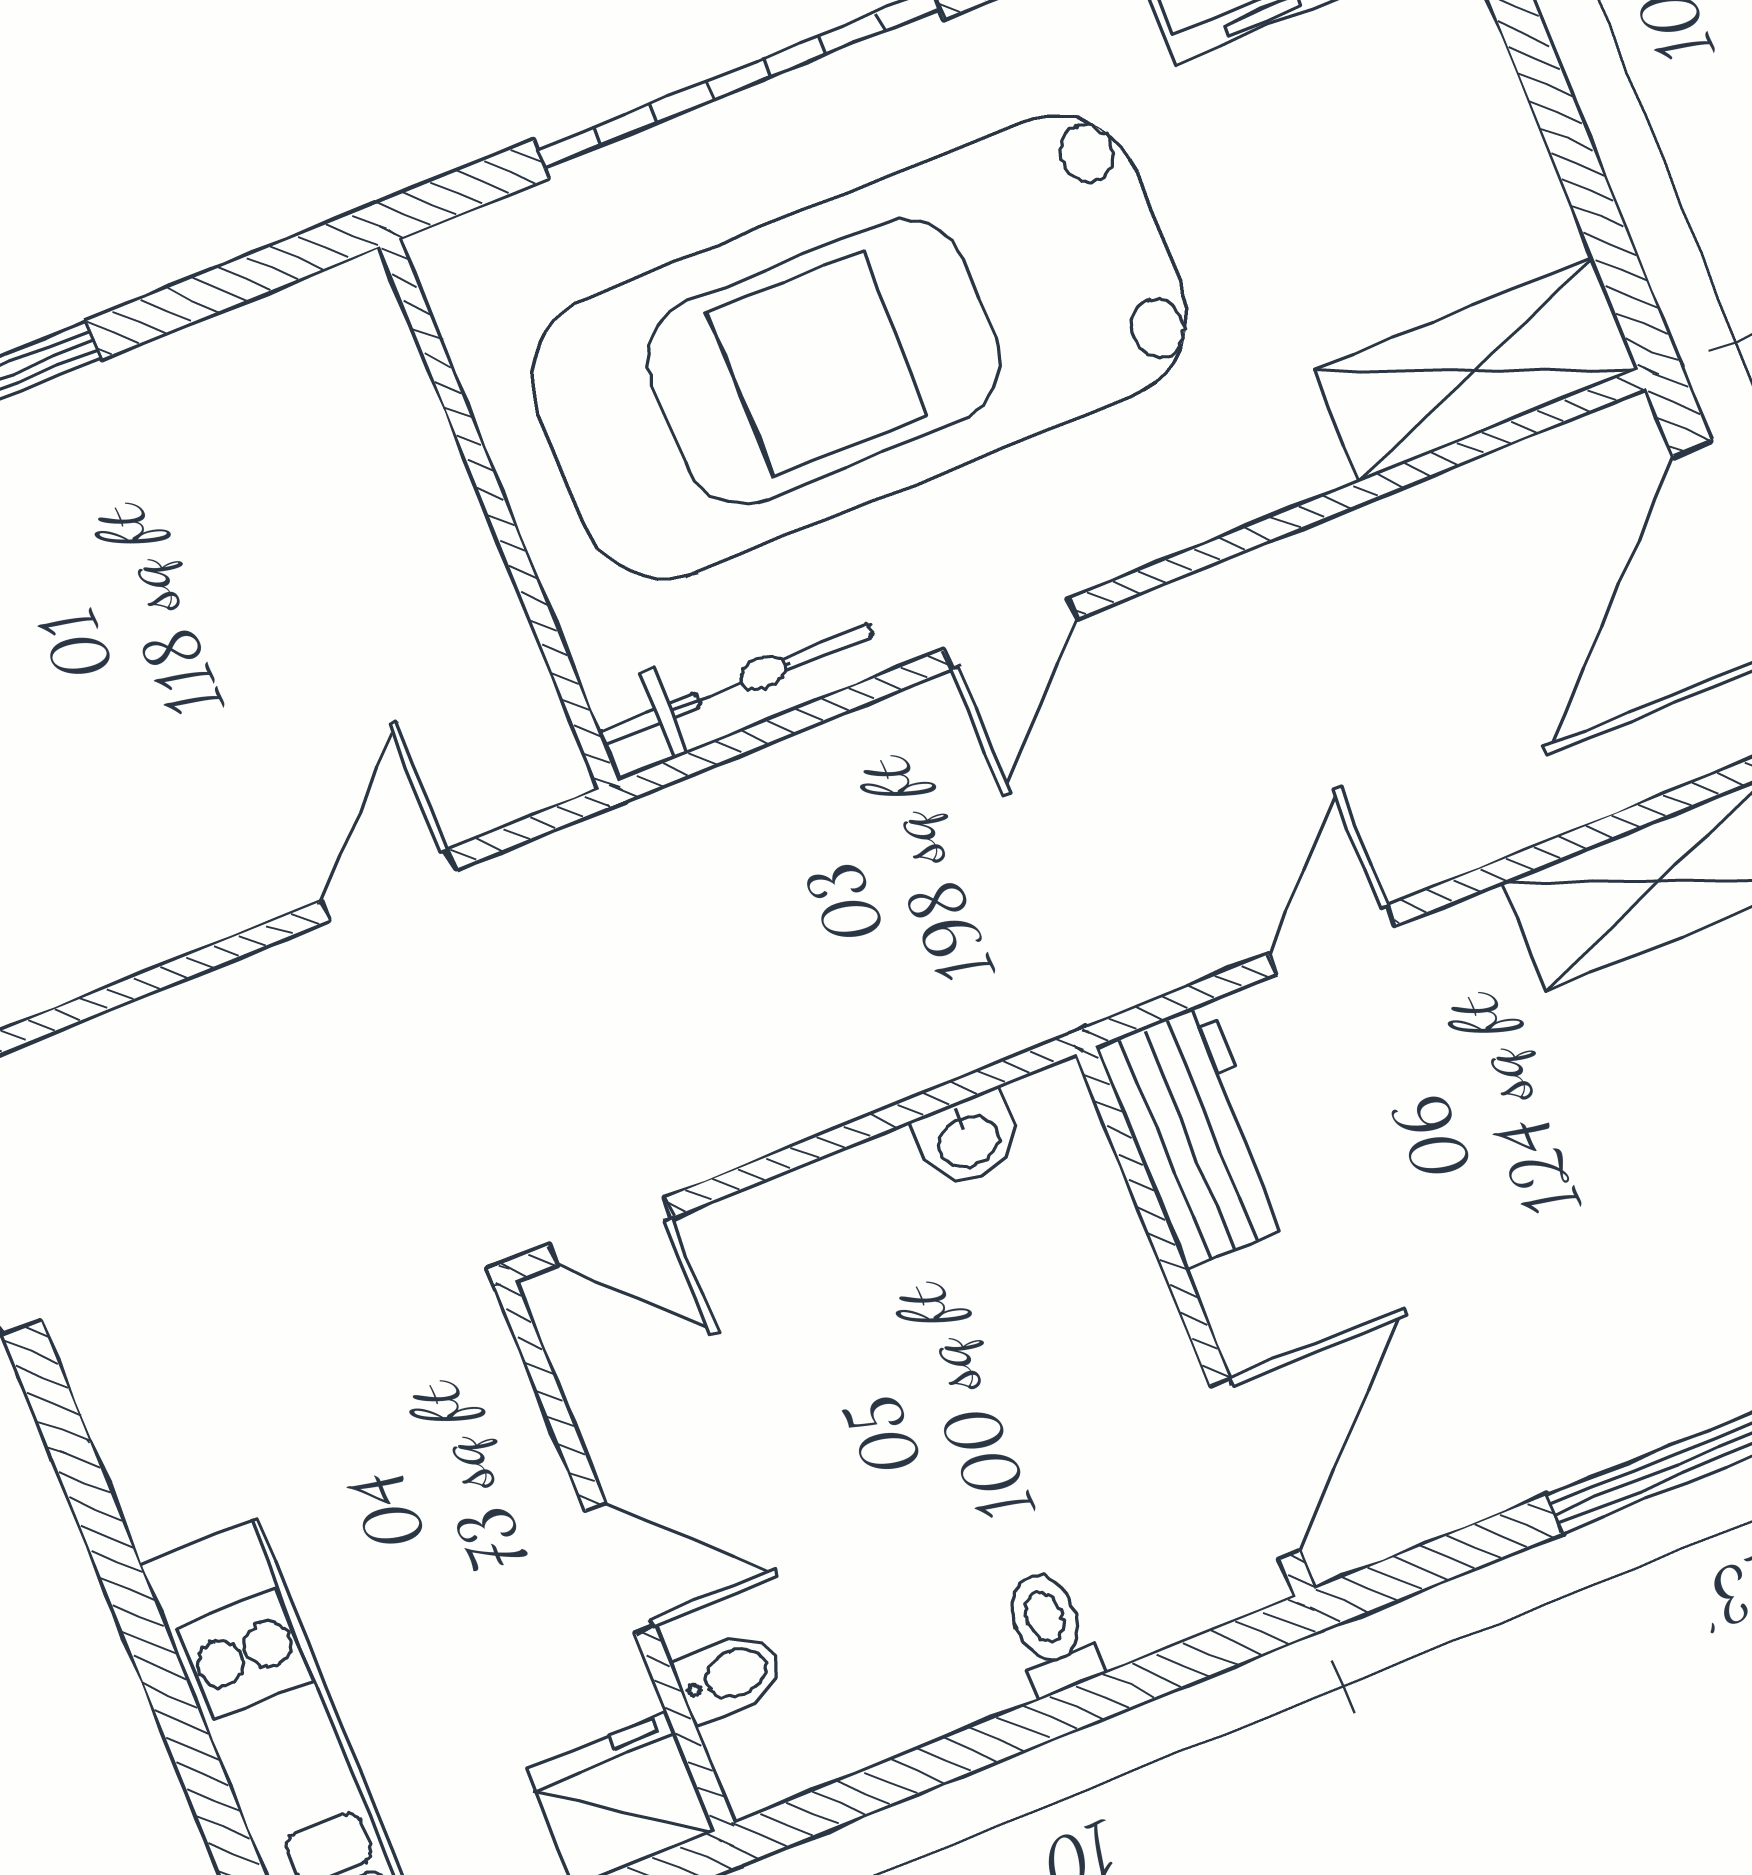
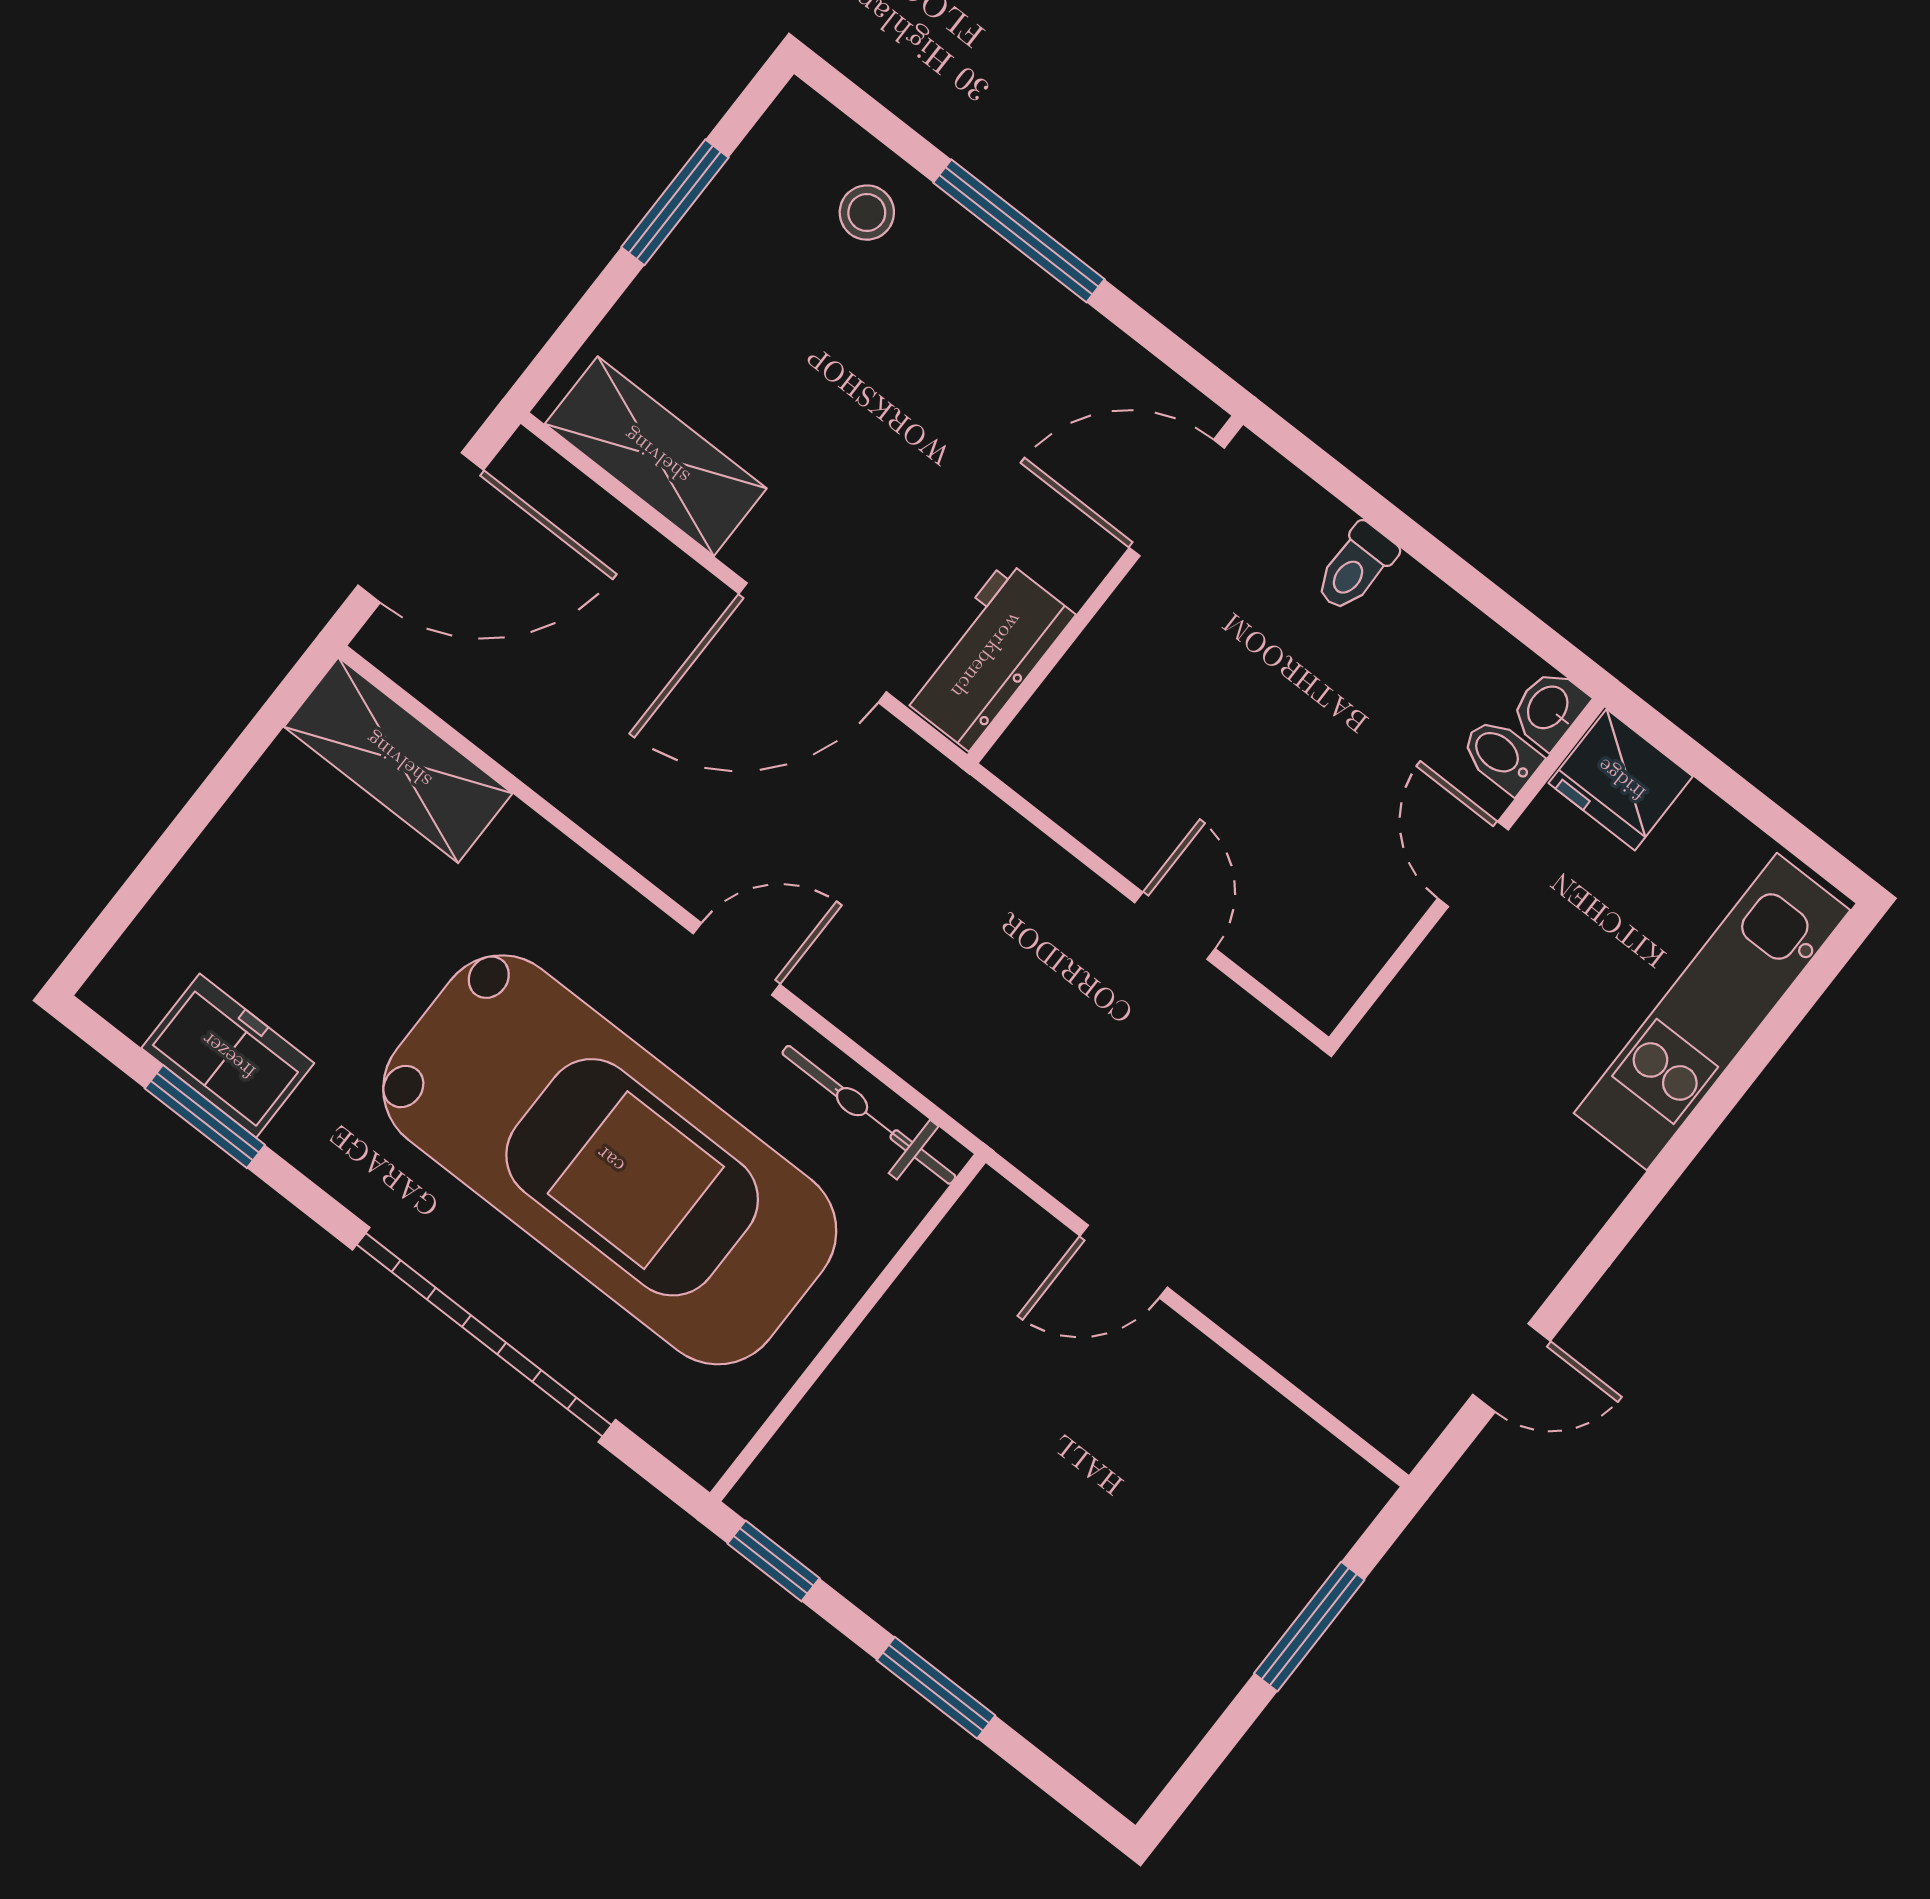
window: (274, 267) -> (774, 1561), added
door: (1332, 939) -> (813, 643), width x1.88
washbasin: (968, 1139) -> (1549, 708), moved, turned -90
door: (610, 1231) -> (1175, 926), moved

